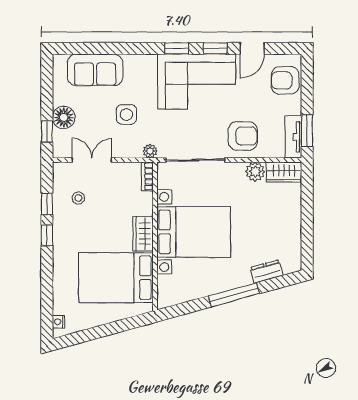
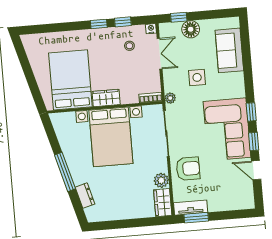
armchair: (285, 80) -> (234, 198), removed
armchair: (243, 136) -> (188, 169), turned -90
nightstand: (59, 322) -> (151, 29), moved

